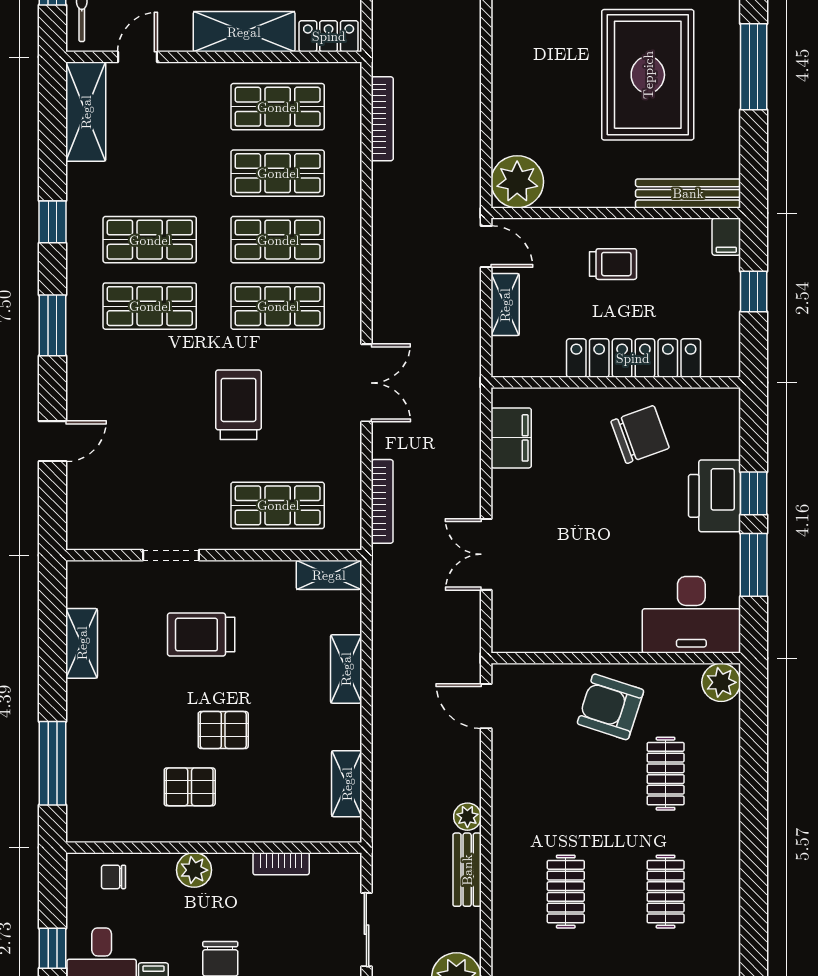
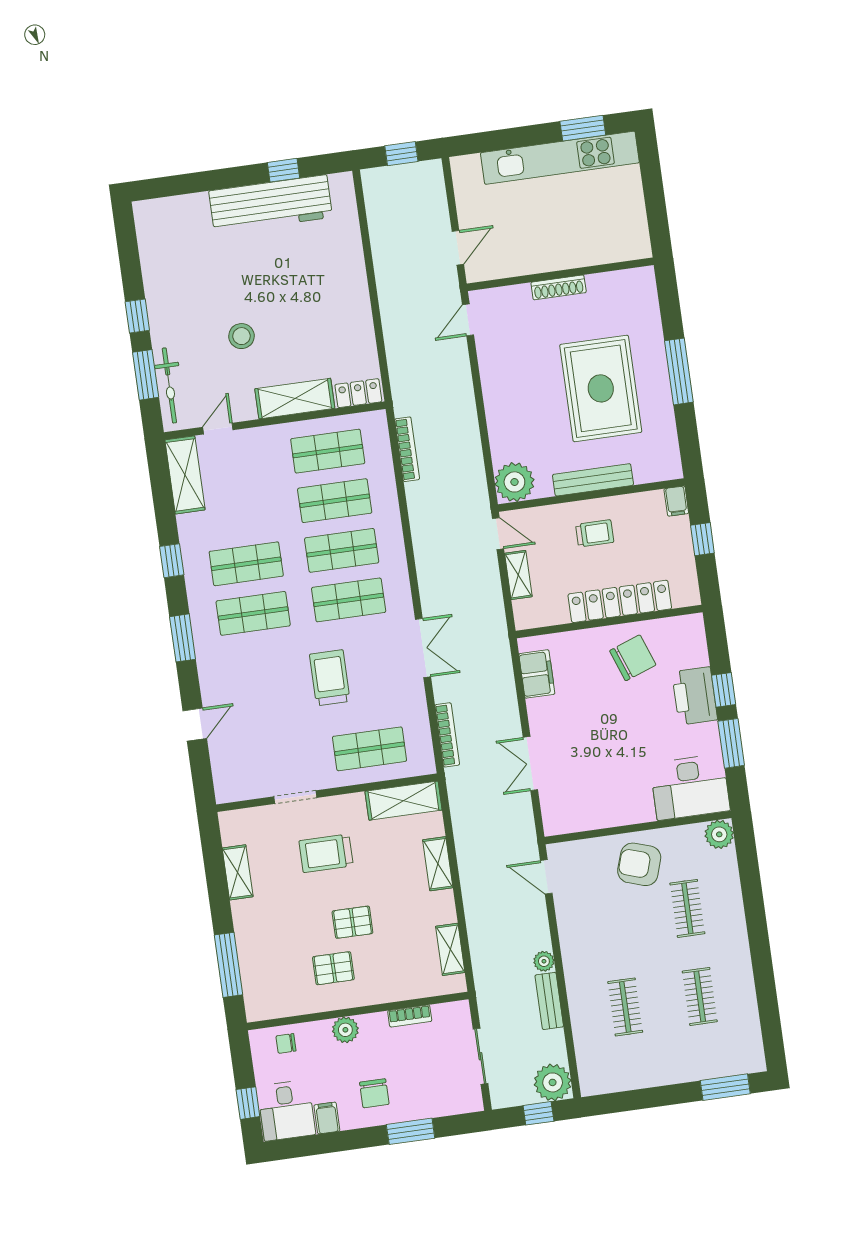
bench: (688, 193) -> (593, 480), moved
shelving: (329, 575) -> (403, 801), width x1.50, depth x1.33

